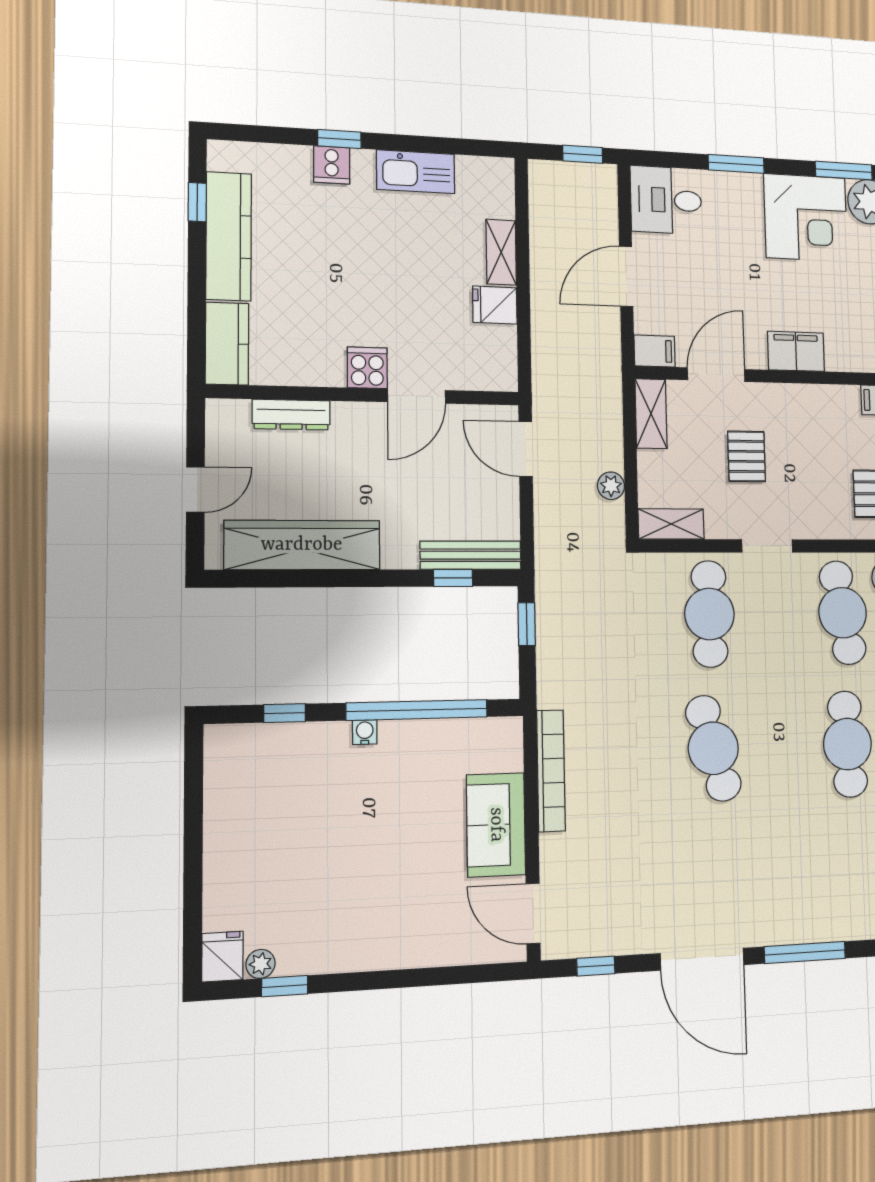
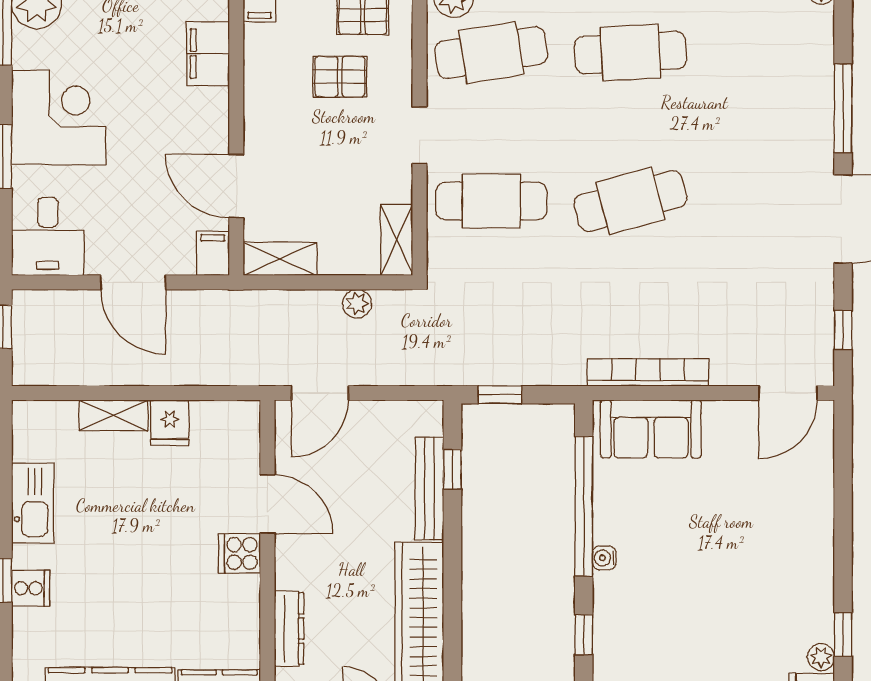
corner desk: (806, 218) -> (59, 117), moved
filing cabinet: (796, 351) -> (208, 54), moved
pallet: (747, 456) -> (340, 77), moved
bench: (471, 555) -> (429, 489), moved
sofa: (496, 825) -> (651, 429), moved

